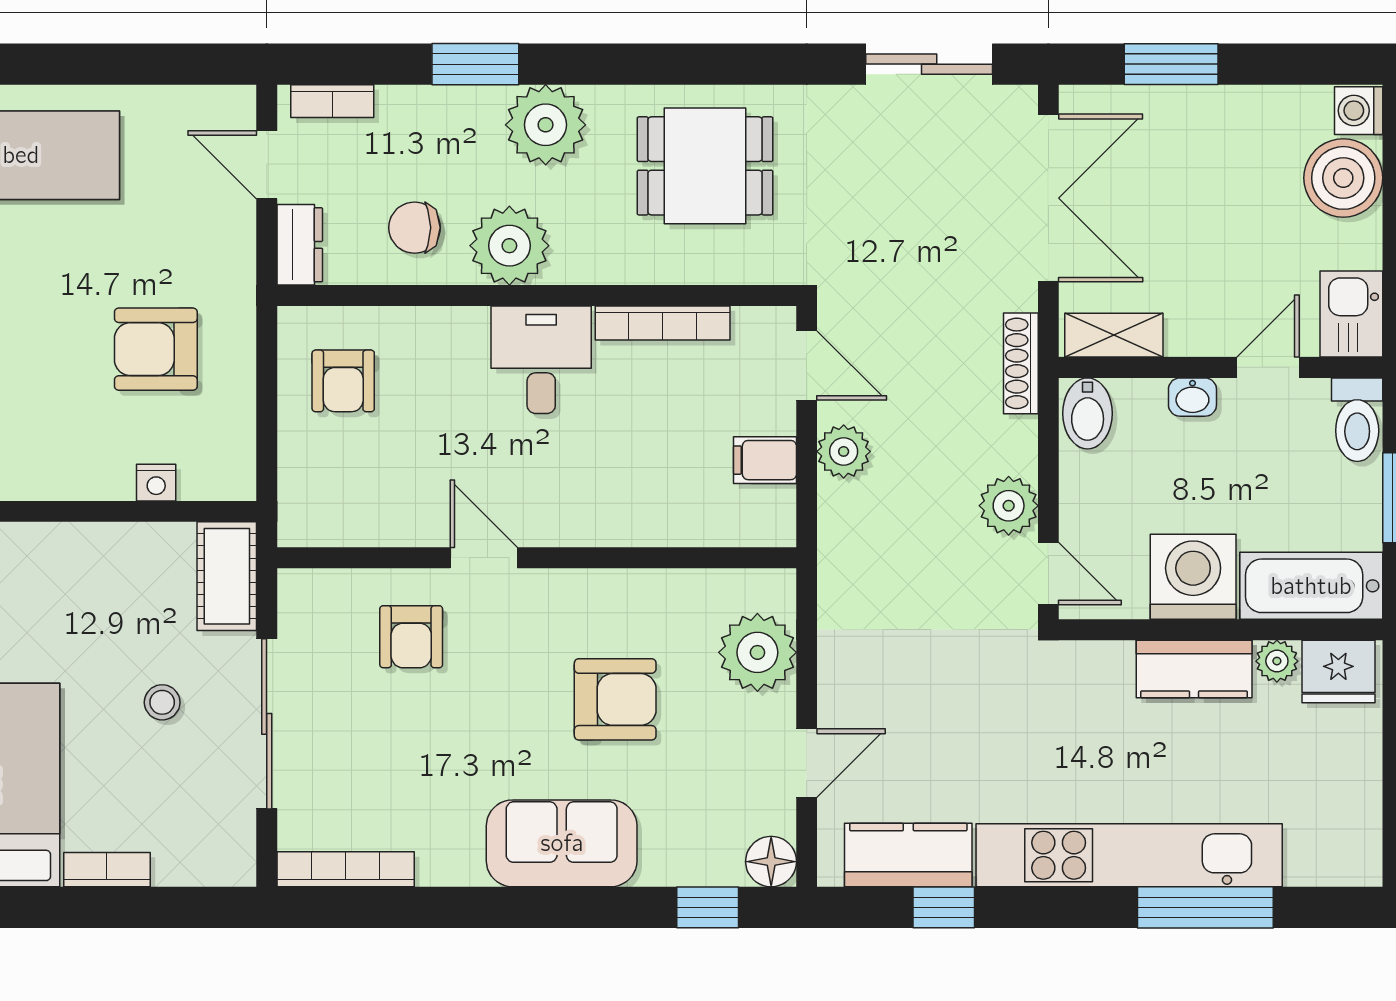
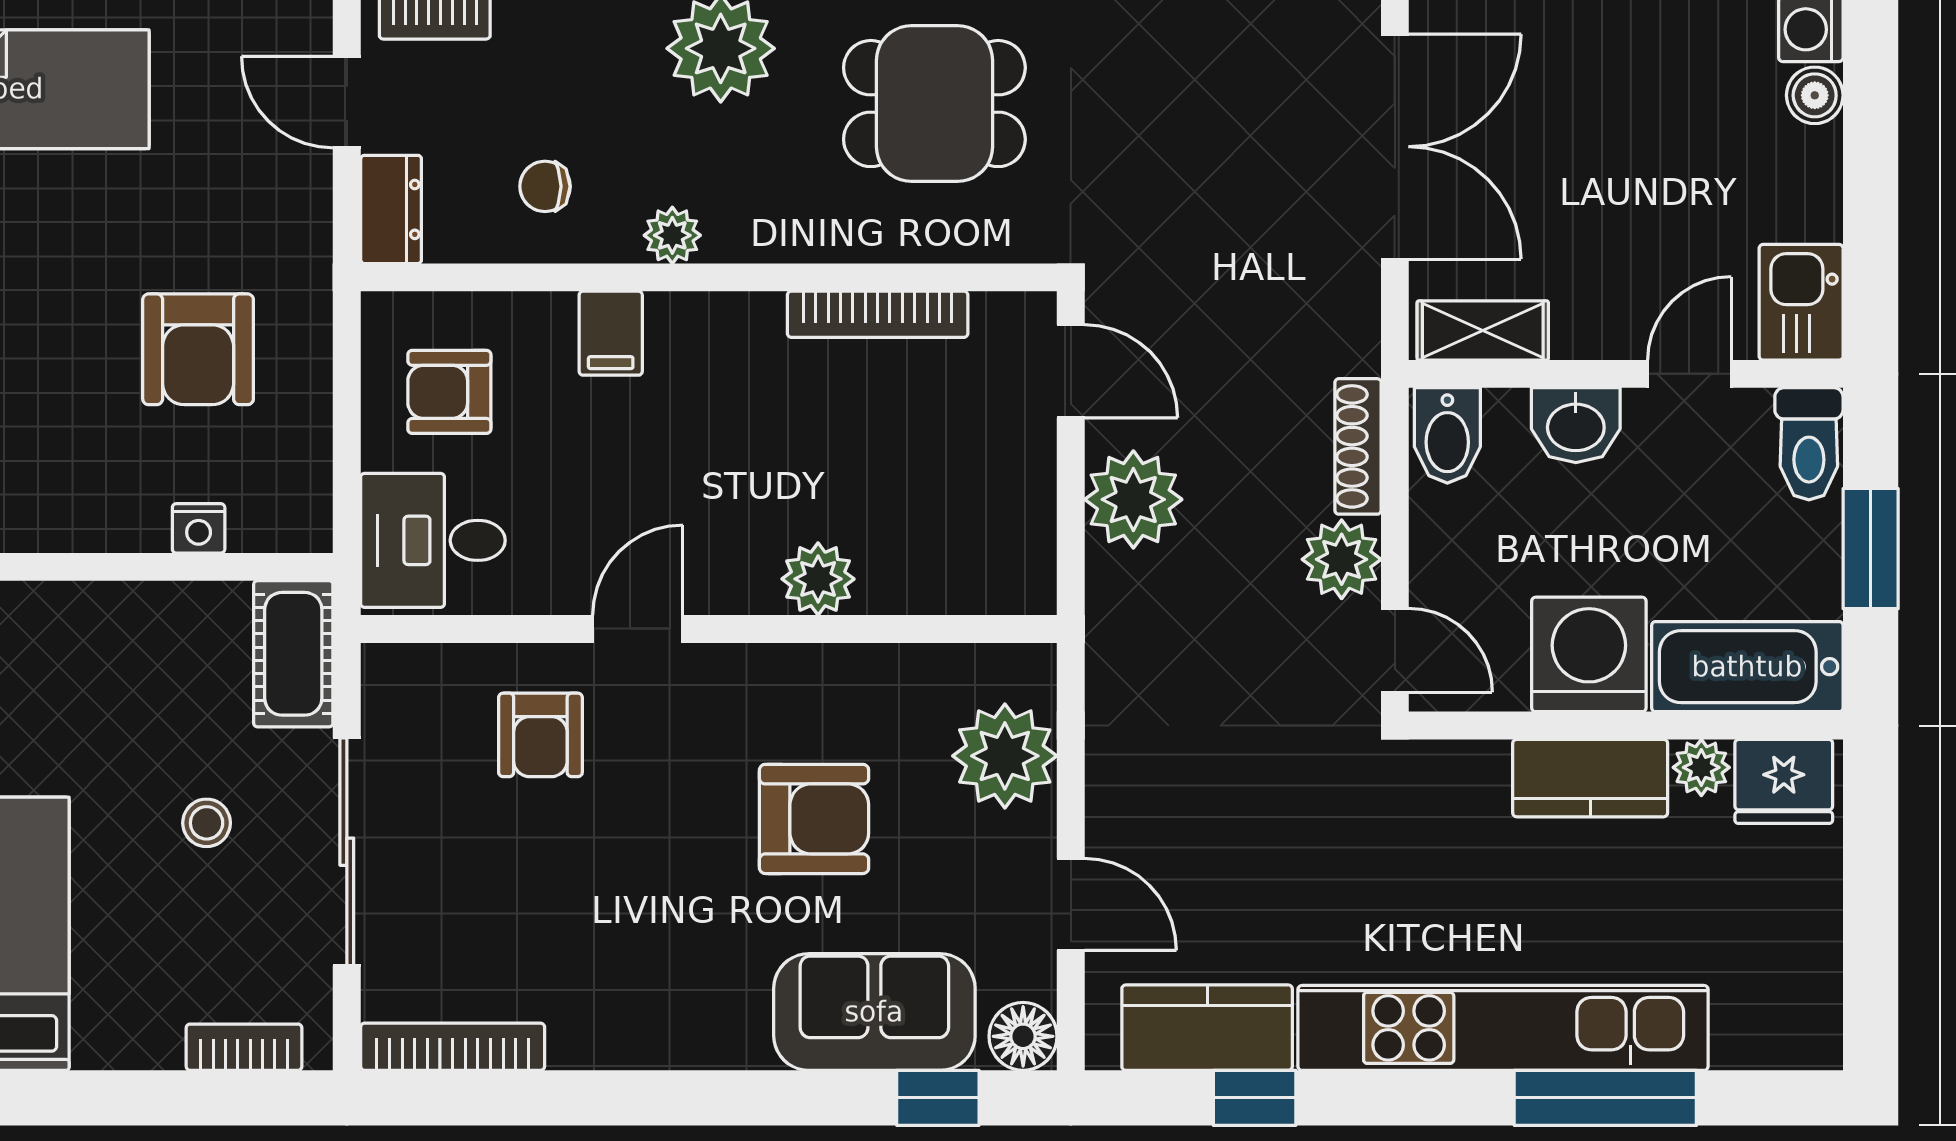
boiler: (1343, 178) -> (1815, 95), width x0.54, depth x0.54
chair: (415, 228) -> (545, 186), width x0.73, depth x0.73
plant: (509, 246) -> (672, 235), width x0.53, depth x0.53
armchair: (156, 349) -> (198, 349), turned -90
desk: (541, 360) -> (433, 540), moved, turned -90
shoe rack: (1021, 363) -> (1358, 446), moved
armchair: (343, 381) -> (449, 392), turned 90
washbasin: (1192, 397) -> (1576, 425), width x1.38, depth x1.45
plant: (844, 451) -> (1133, 499), width x1.36, depth x1.36
filing cabinet: (765, 460) -> (611, 333), moved, turned -90
plant: (618, 520) -> (818, 579), added
door: (484, 558) -> (638, 629), hinge flipped
door: (807, 763) -> (1071, 904), hinge flipped
sofa: (562, 843) -> (874, 1012), moved
bookcase: (107, 870) -> (244, 1047), moved

